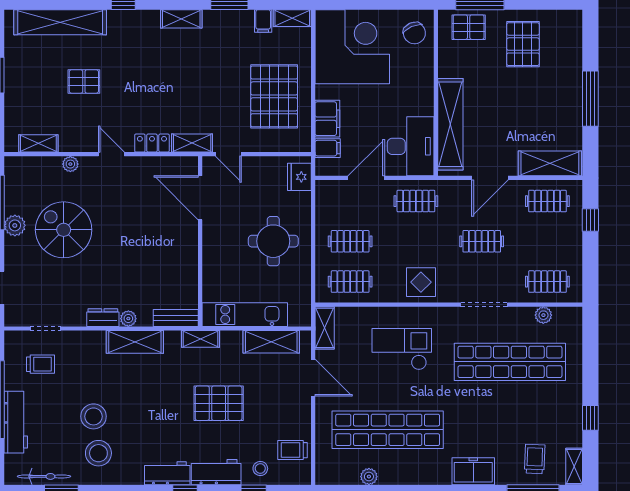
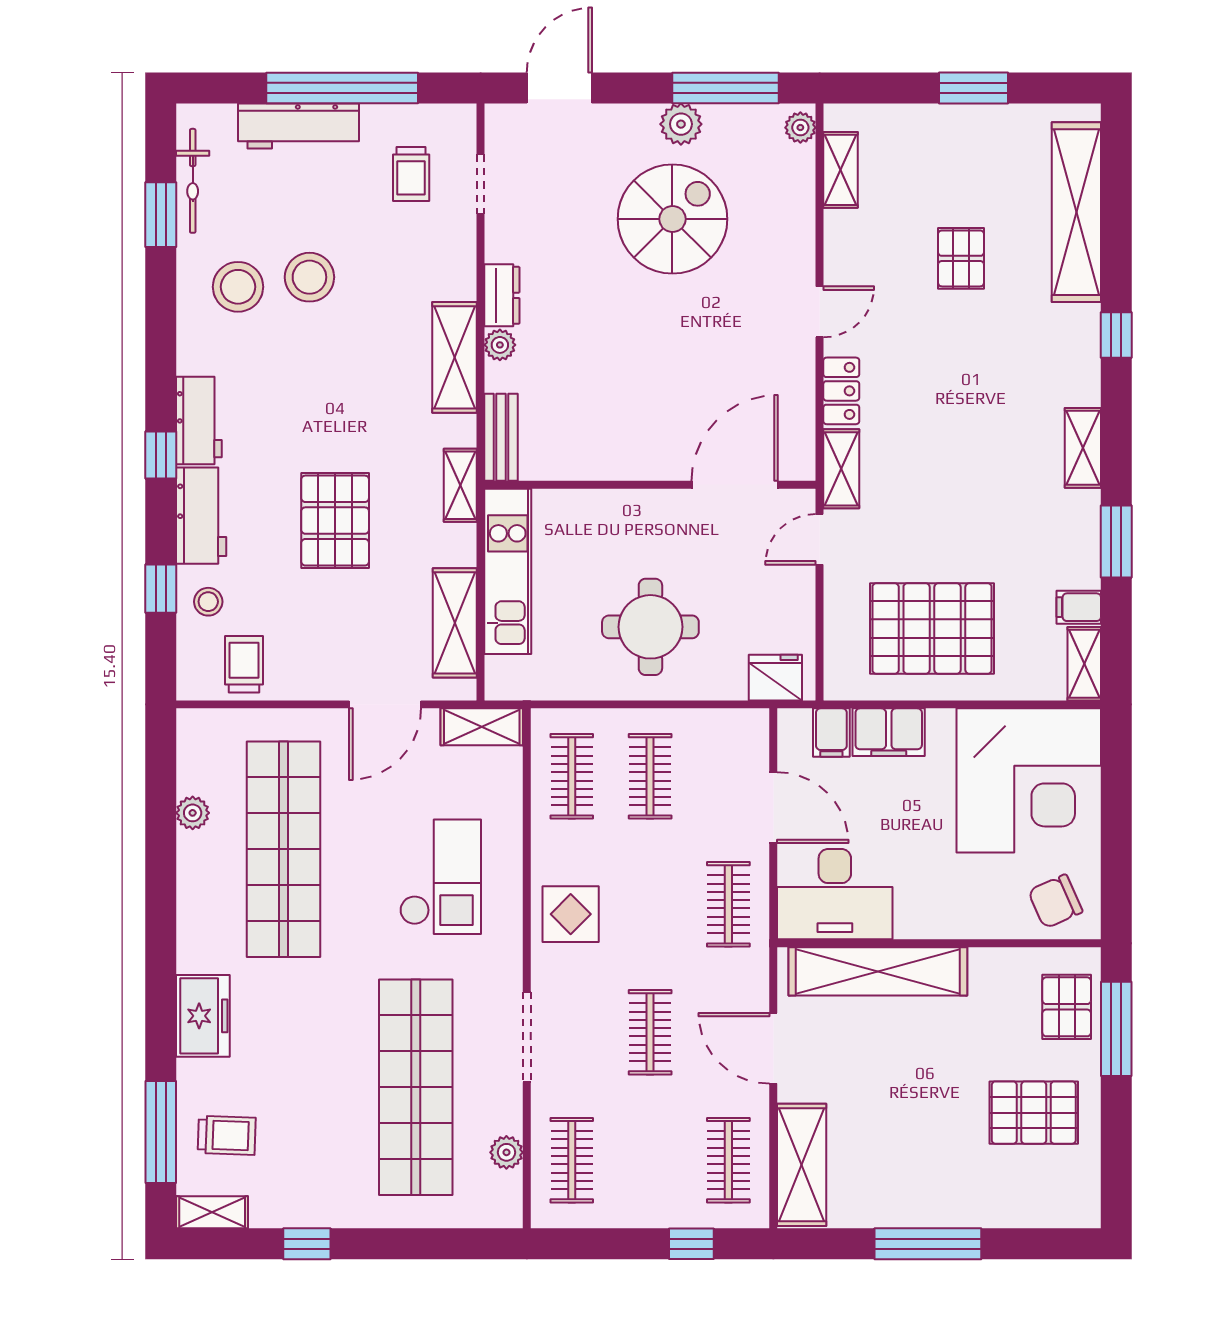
plant: (70, 164) -> (800, 128), moved

